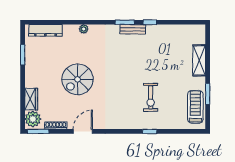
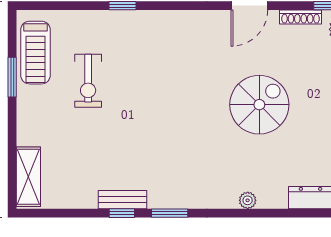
bench: (133, 29) -> (122, 200), moved
shelving: (199, 60) -> (28, 177), moved
exercise bike: (151, 97) -> (88, 81), moved, turned 180

